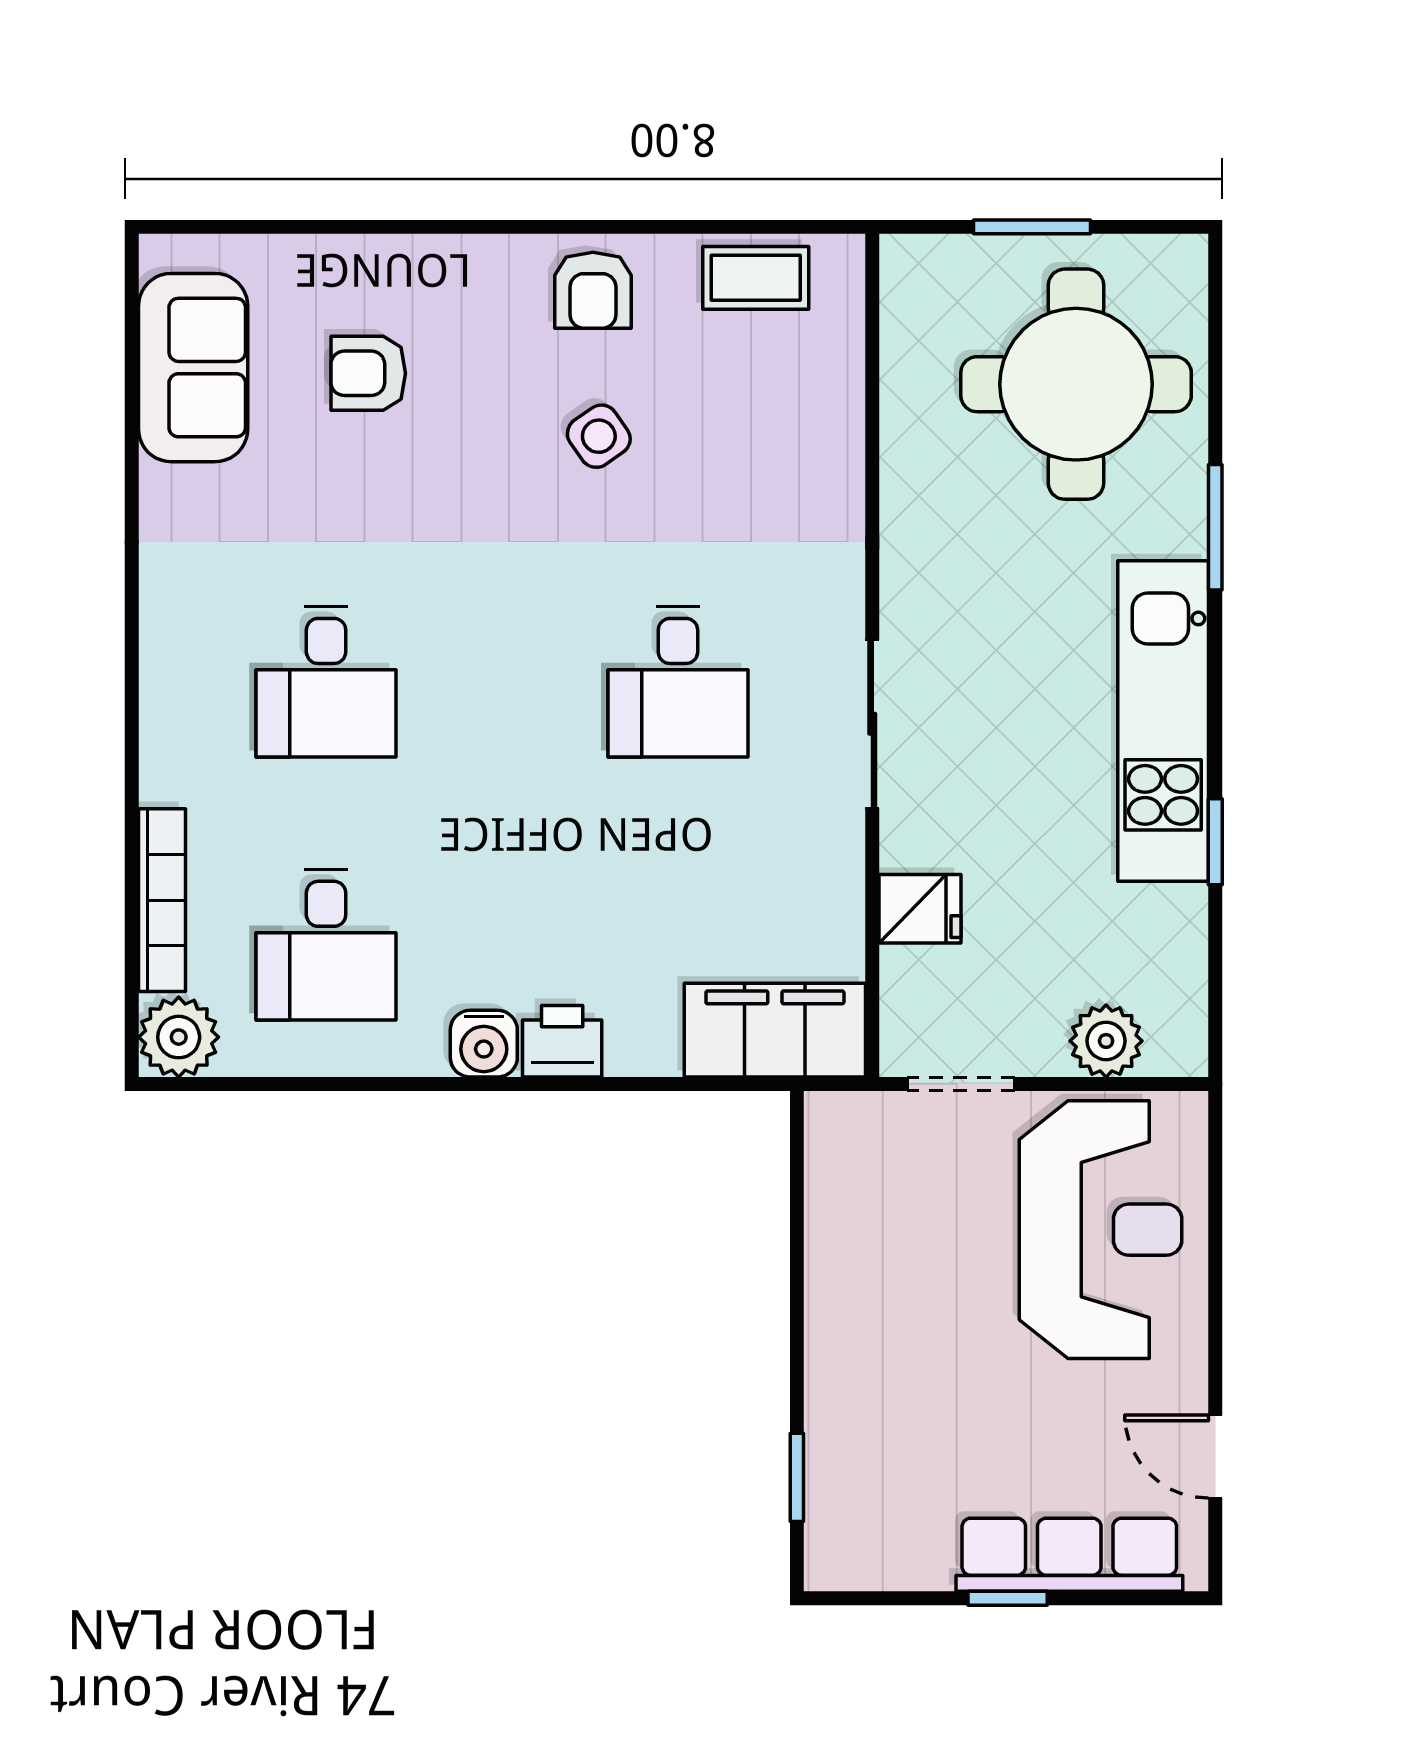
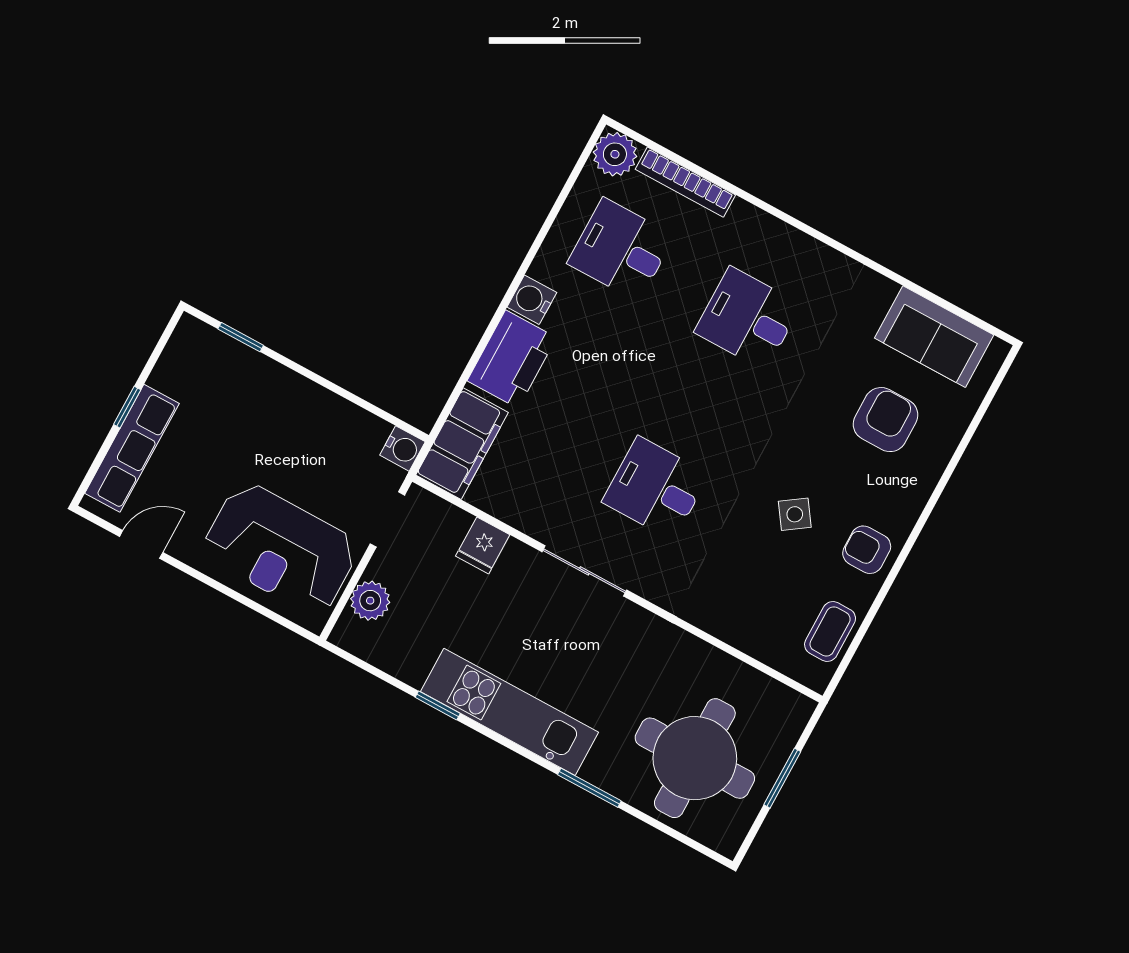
armchair: (368, 373) -> (885, 420), width x1.38, depth x1.38
printer: (562, 1041) -> (512, 359), width x1.87, depth x1.48
water cooler: (834, 1122) -> (402, 448), added

